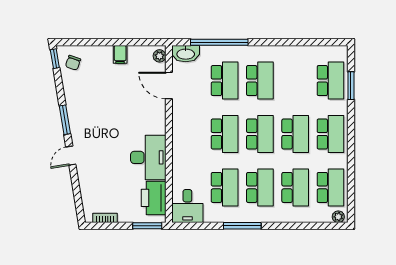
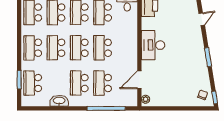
filing cabinet: (120, 54) -> (172, 100), removed
washbasin: (186, 54) -> (59, 101), moved
door: (169, 85) -> (139, 80), swing flipped
door: (71, 156) -> (202, 19), moved
desk: (148, 157) -> (153, 45), moved

